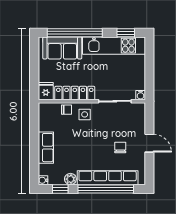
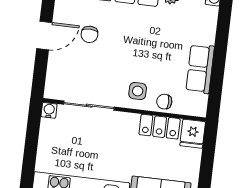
locker: (75, 93) -> (160, 127), width x0.66
door: (149, 143) -> (44, 36), swing flipped
row of seats: (46, 148) -> (200, 69), moved

